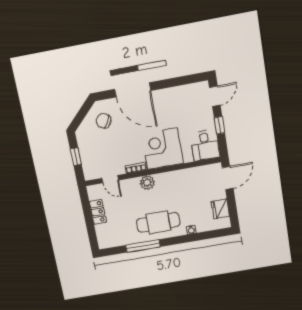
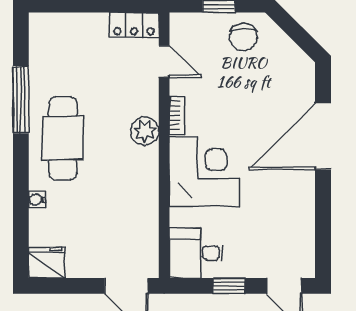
chair: (103, 121) -> (243, 37), moved, turned 150
door: (110, 179) -> (164, 62), swing flipped
fridge: (220, 209) -> (47, 263), moved
locker: (98, 212) -> (134, 25), moved

